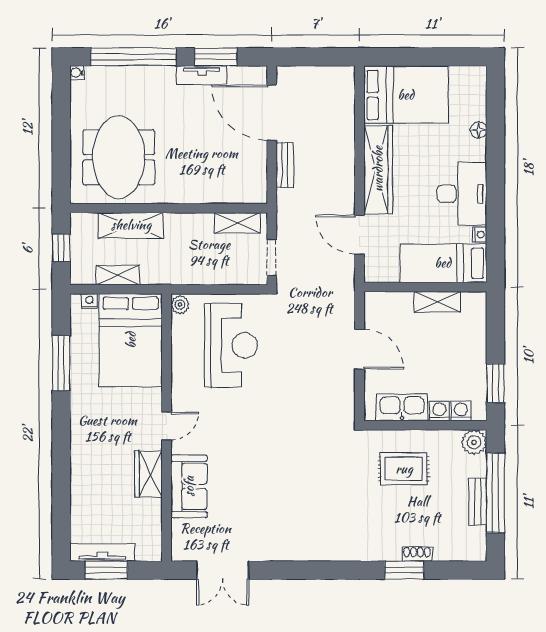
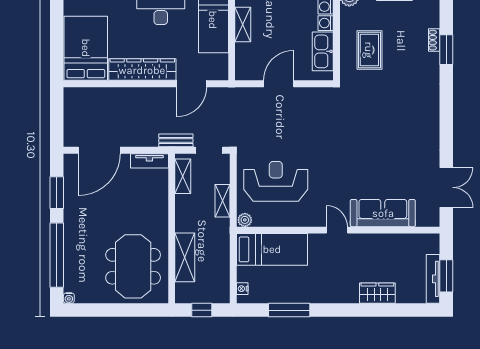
tv unit: (202, 75) -> (149, 161), moved, turned 90
meeting table: (119, 157) -> (133, 266), turned 90
bench: (285, 165) -> (176, 140), moved
shelving: (118, 275) -> (223, 201), moved
bed: (131, 340) -> (272, 249), width x0.67
wardrobe: (148, 474) -> (377, 293), moved, turned 180
sofa: (189, 486) -> (383, 213), width x1.36

